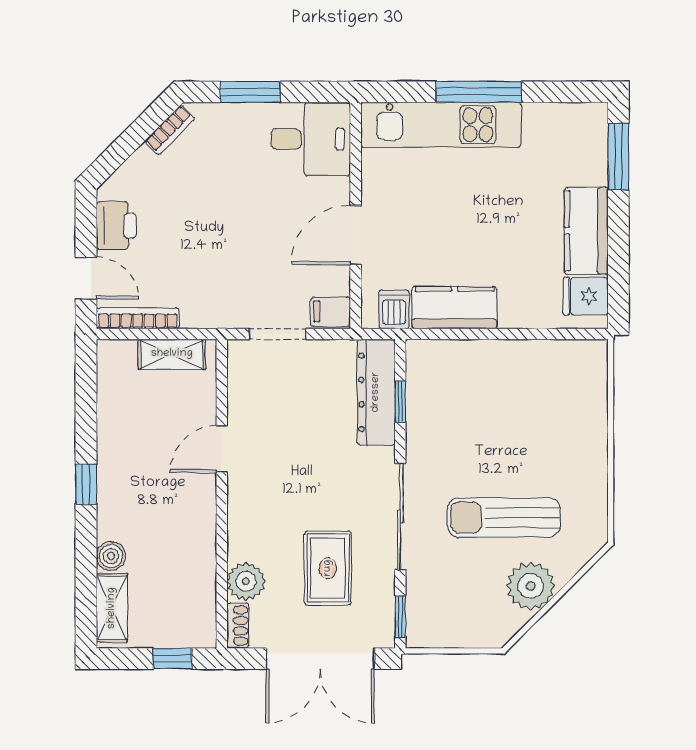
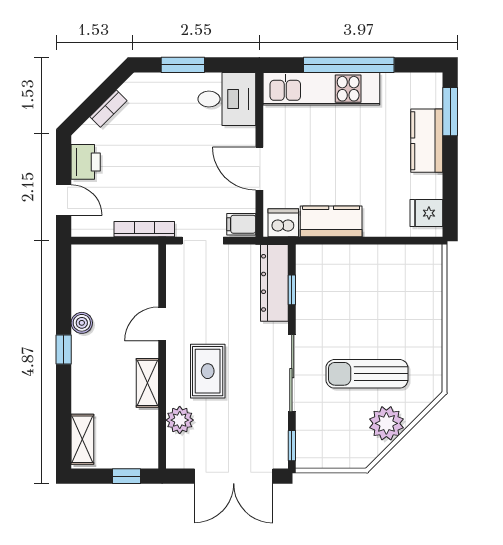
window: (479, 92) -> (349, 65), width x1.46
bookcase: (170, 130) -> (108, 109), moved
kitchen counter: (586, 231) -> (427, 141), moved
door: (356, 235) -> (259, 169), hinge flipped
dishwasher: (394, 309) -> (283, 223), width x1.38
bookcase: (138, 318) -> (144, 229), moved
shelving: (172, 354) -> (147, 383), moved, turned 90
boiler: (111, 556) -> (82, 323), moved
rug: (328, 568) -> (208, 371), moved
shoe rack: (238, 626) -> (174, 452), removed

